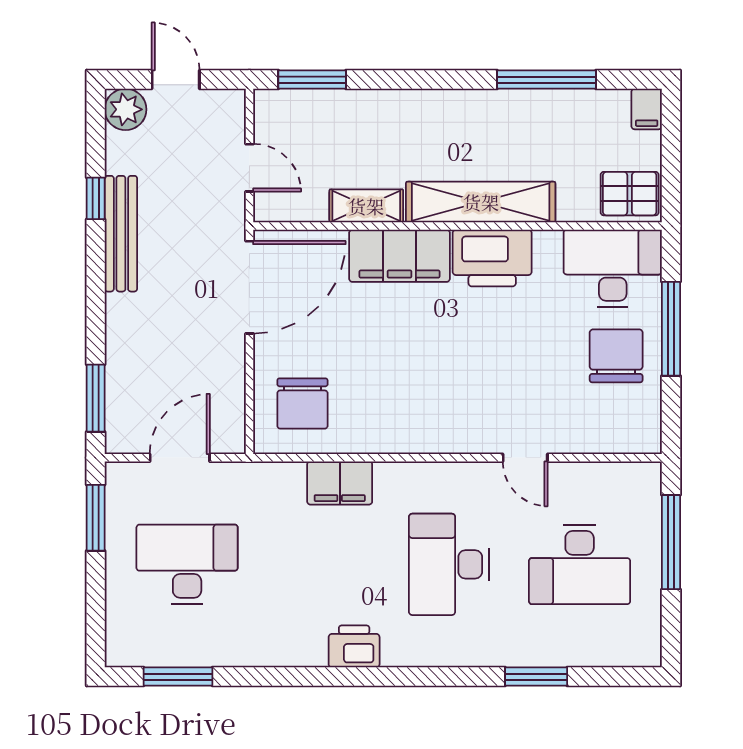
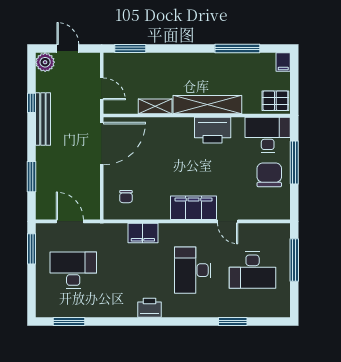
filing cabinet: (400, 256) -> (194, 208), moved, turned 180
window: (96, 398) -> (31, 177), moved
chair: (302, 403) -> (126, 197), width x0.54, depth x0.54
door: (180, 458) -> (70, 221), hinge flipped

